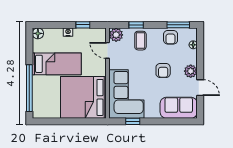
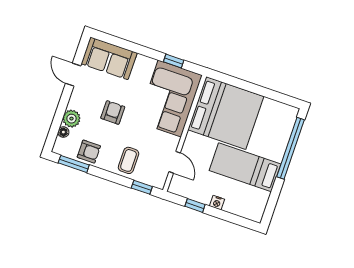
window: (136, 25) -> (142, 187), moved
floor lamp: (38, 33) -> (256, 214), removed
plant: (116, 35) -> (157, 178), removed
armchair: (171, 37) -> (89, 152), turned 90
plant: (191, 71) -> (71, 119), moved

